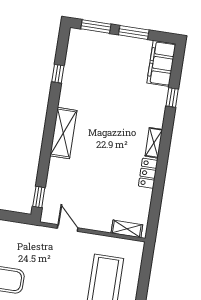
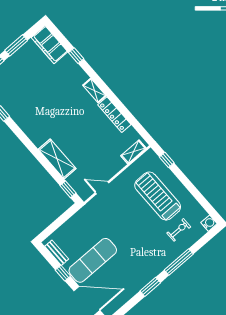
shelving: (63, 133) -> (57, 159), moved
locker: (148, 173) -> (114, 115), width x1.53
window: (146, 267) -> (167, 160), added

